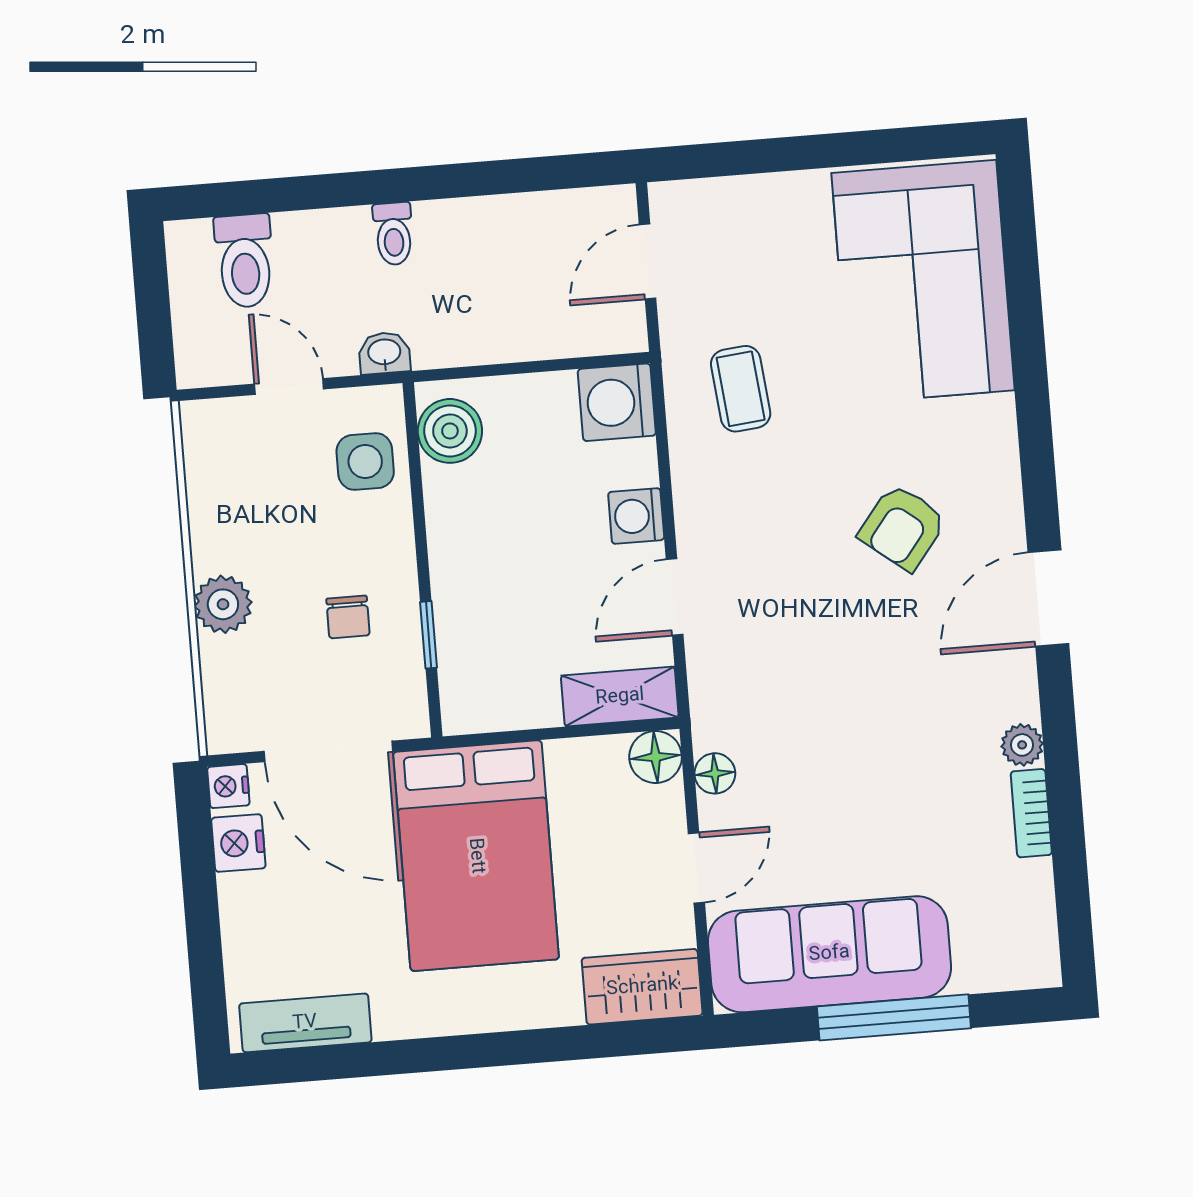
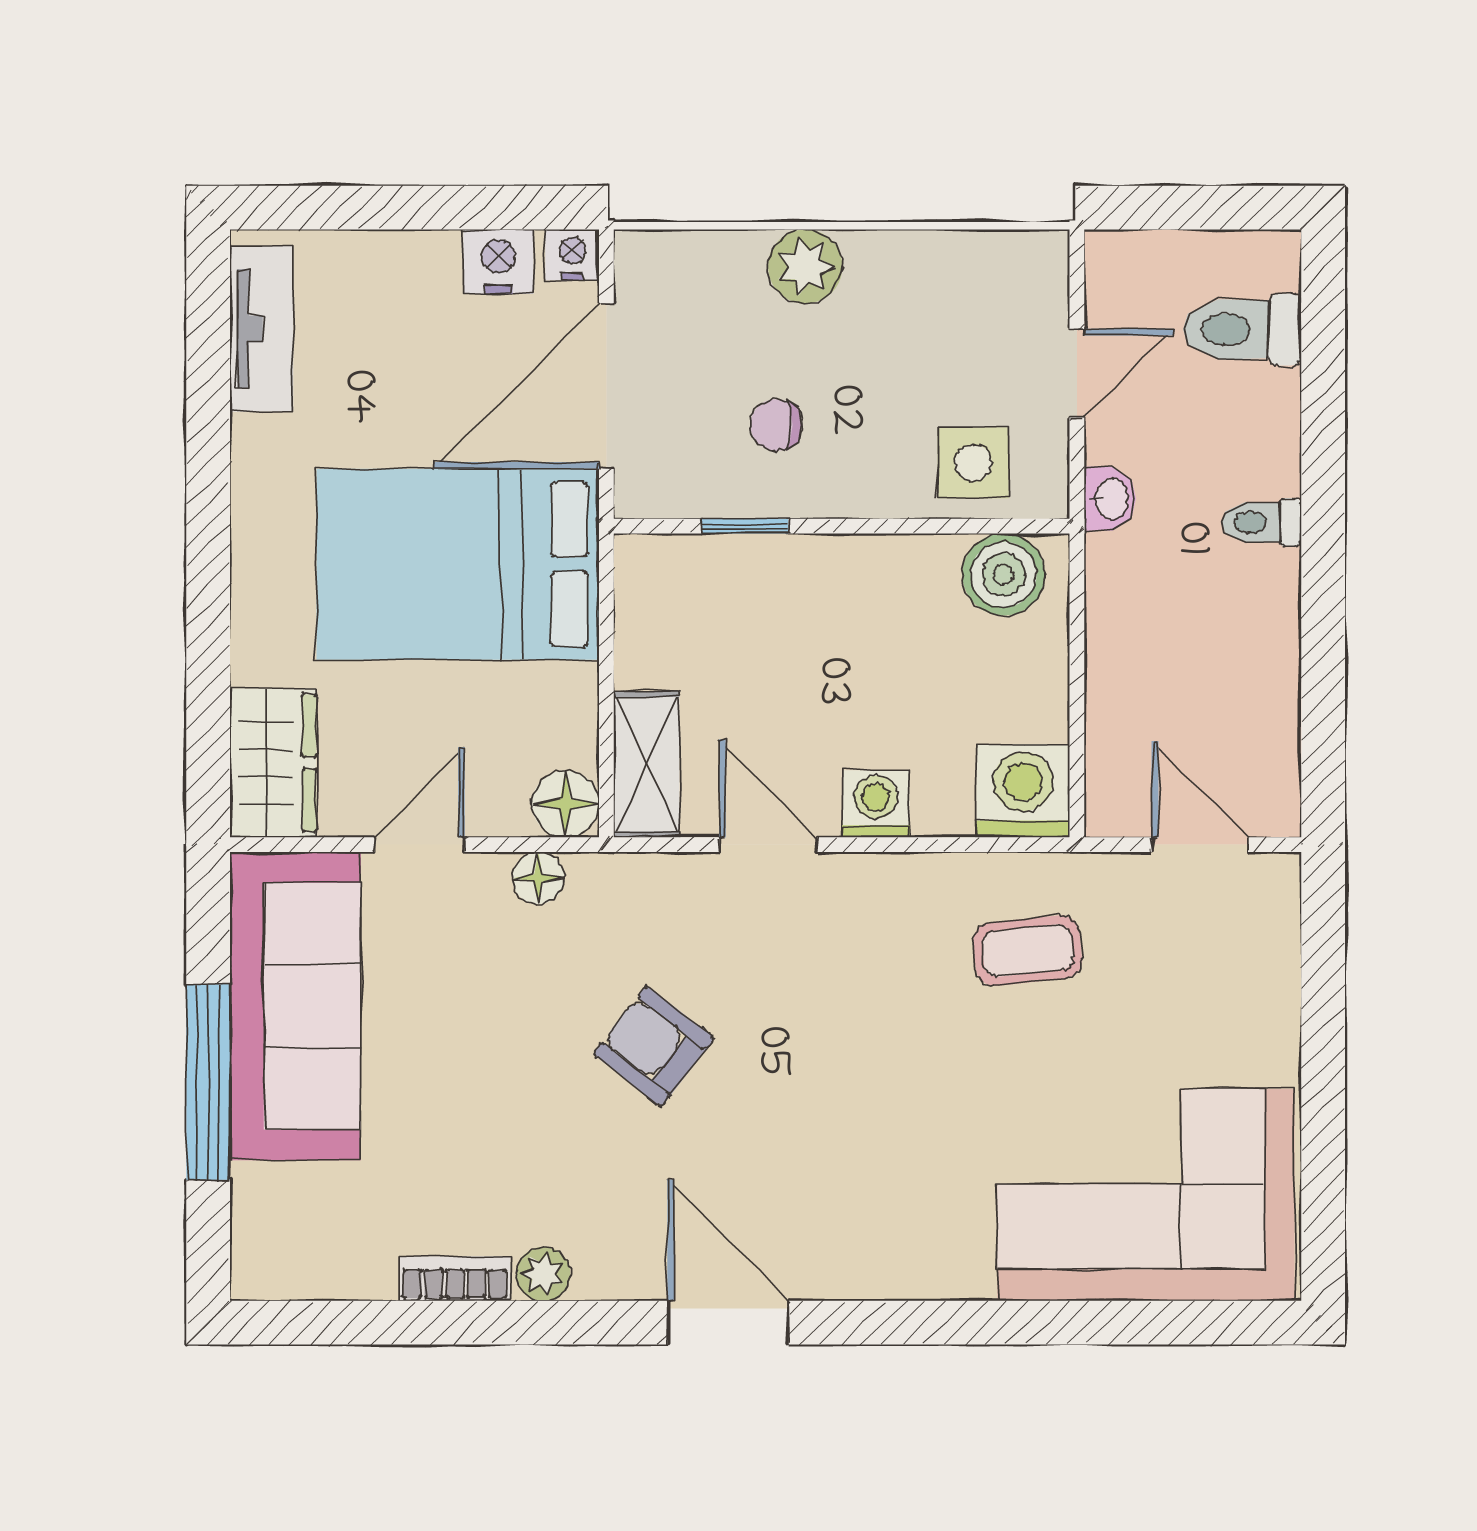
armchair: (902, 527) -> (654, 1046), moved
door: (696, 868) -> (419, 845), swing flipped

